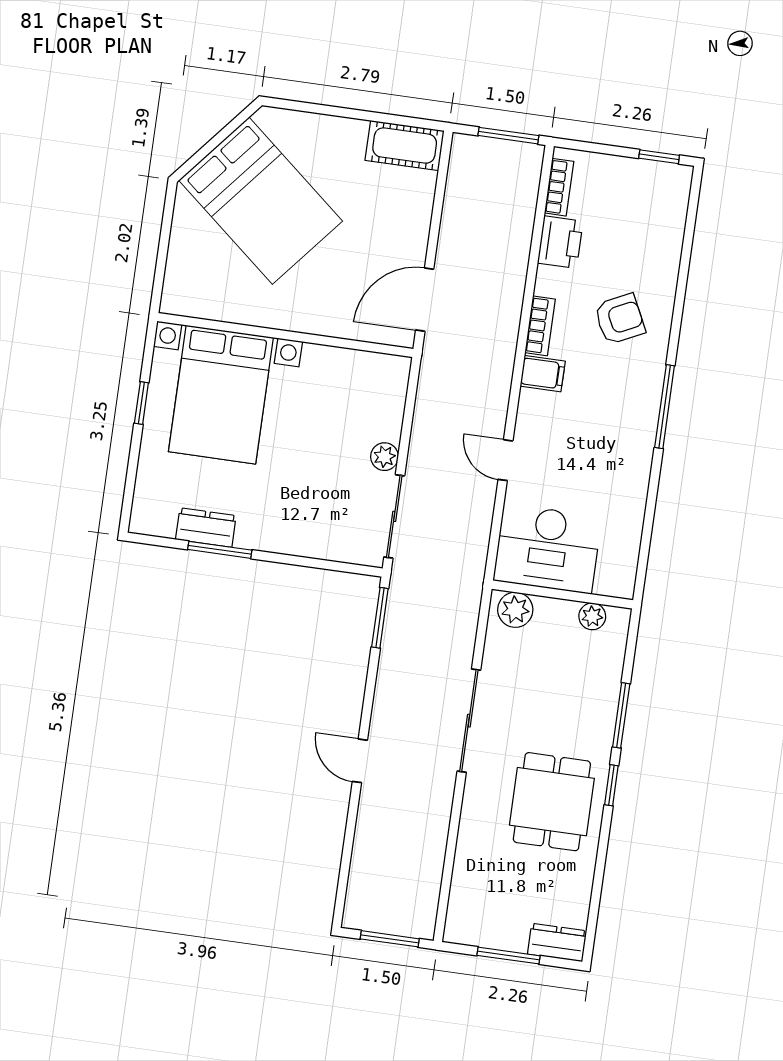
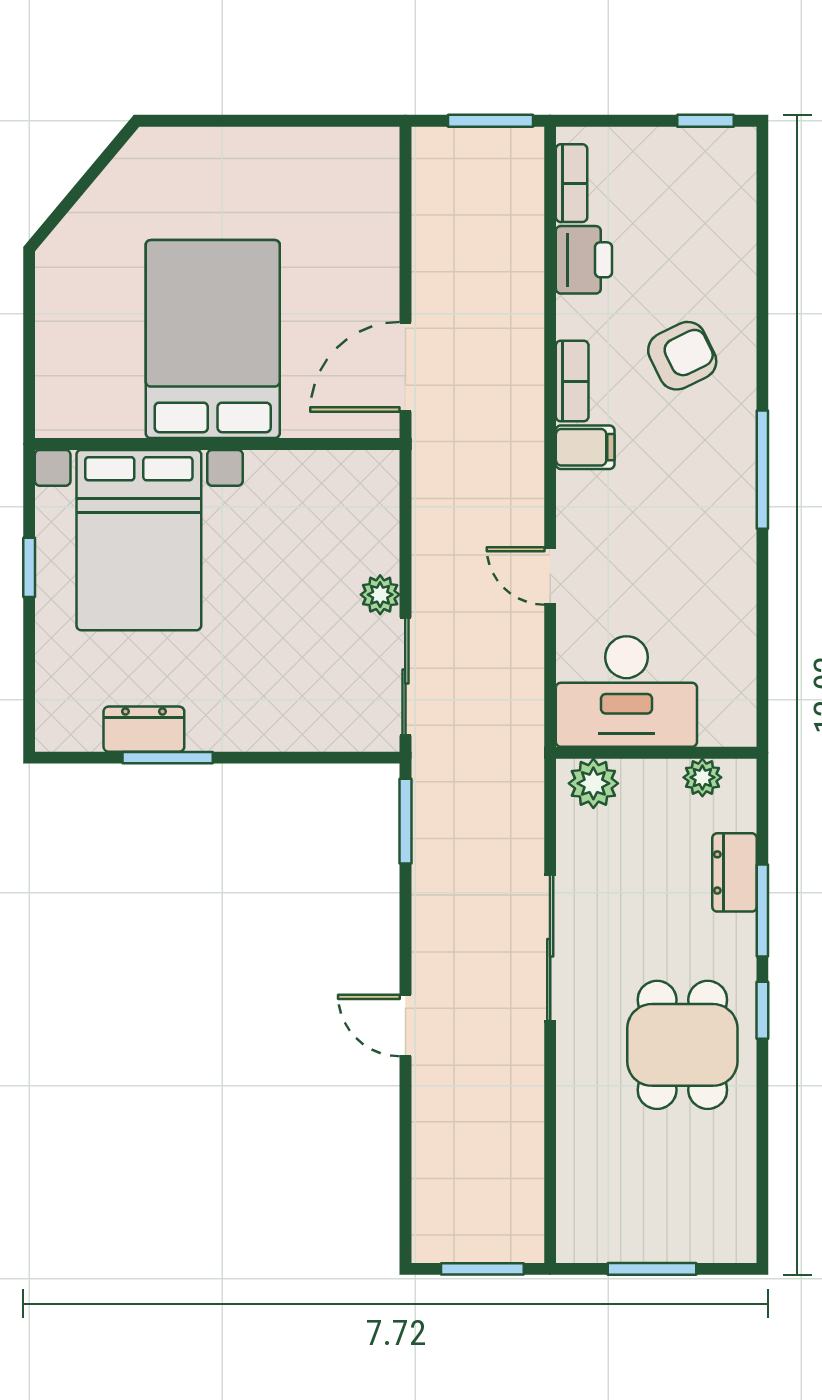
cot: (405, 146) -> (347, 155), removed
bed: (261, 201) -> (213, 339), moved, turned -130
dresser: (557, 942) -> (735, 872), moved, turned -90

